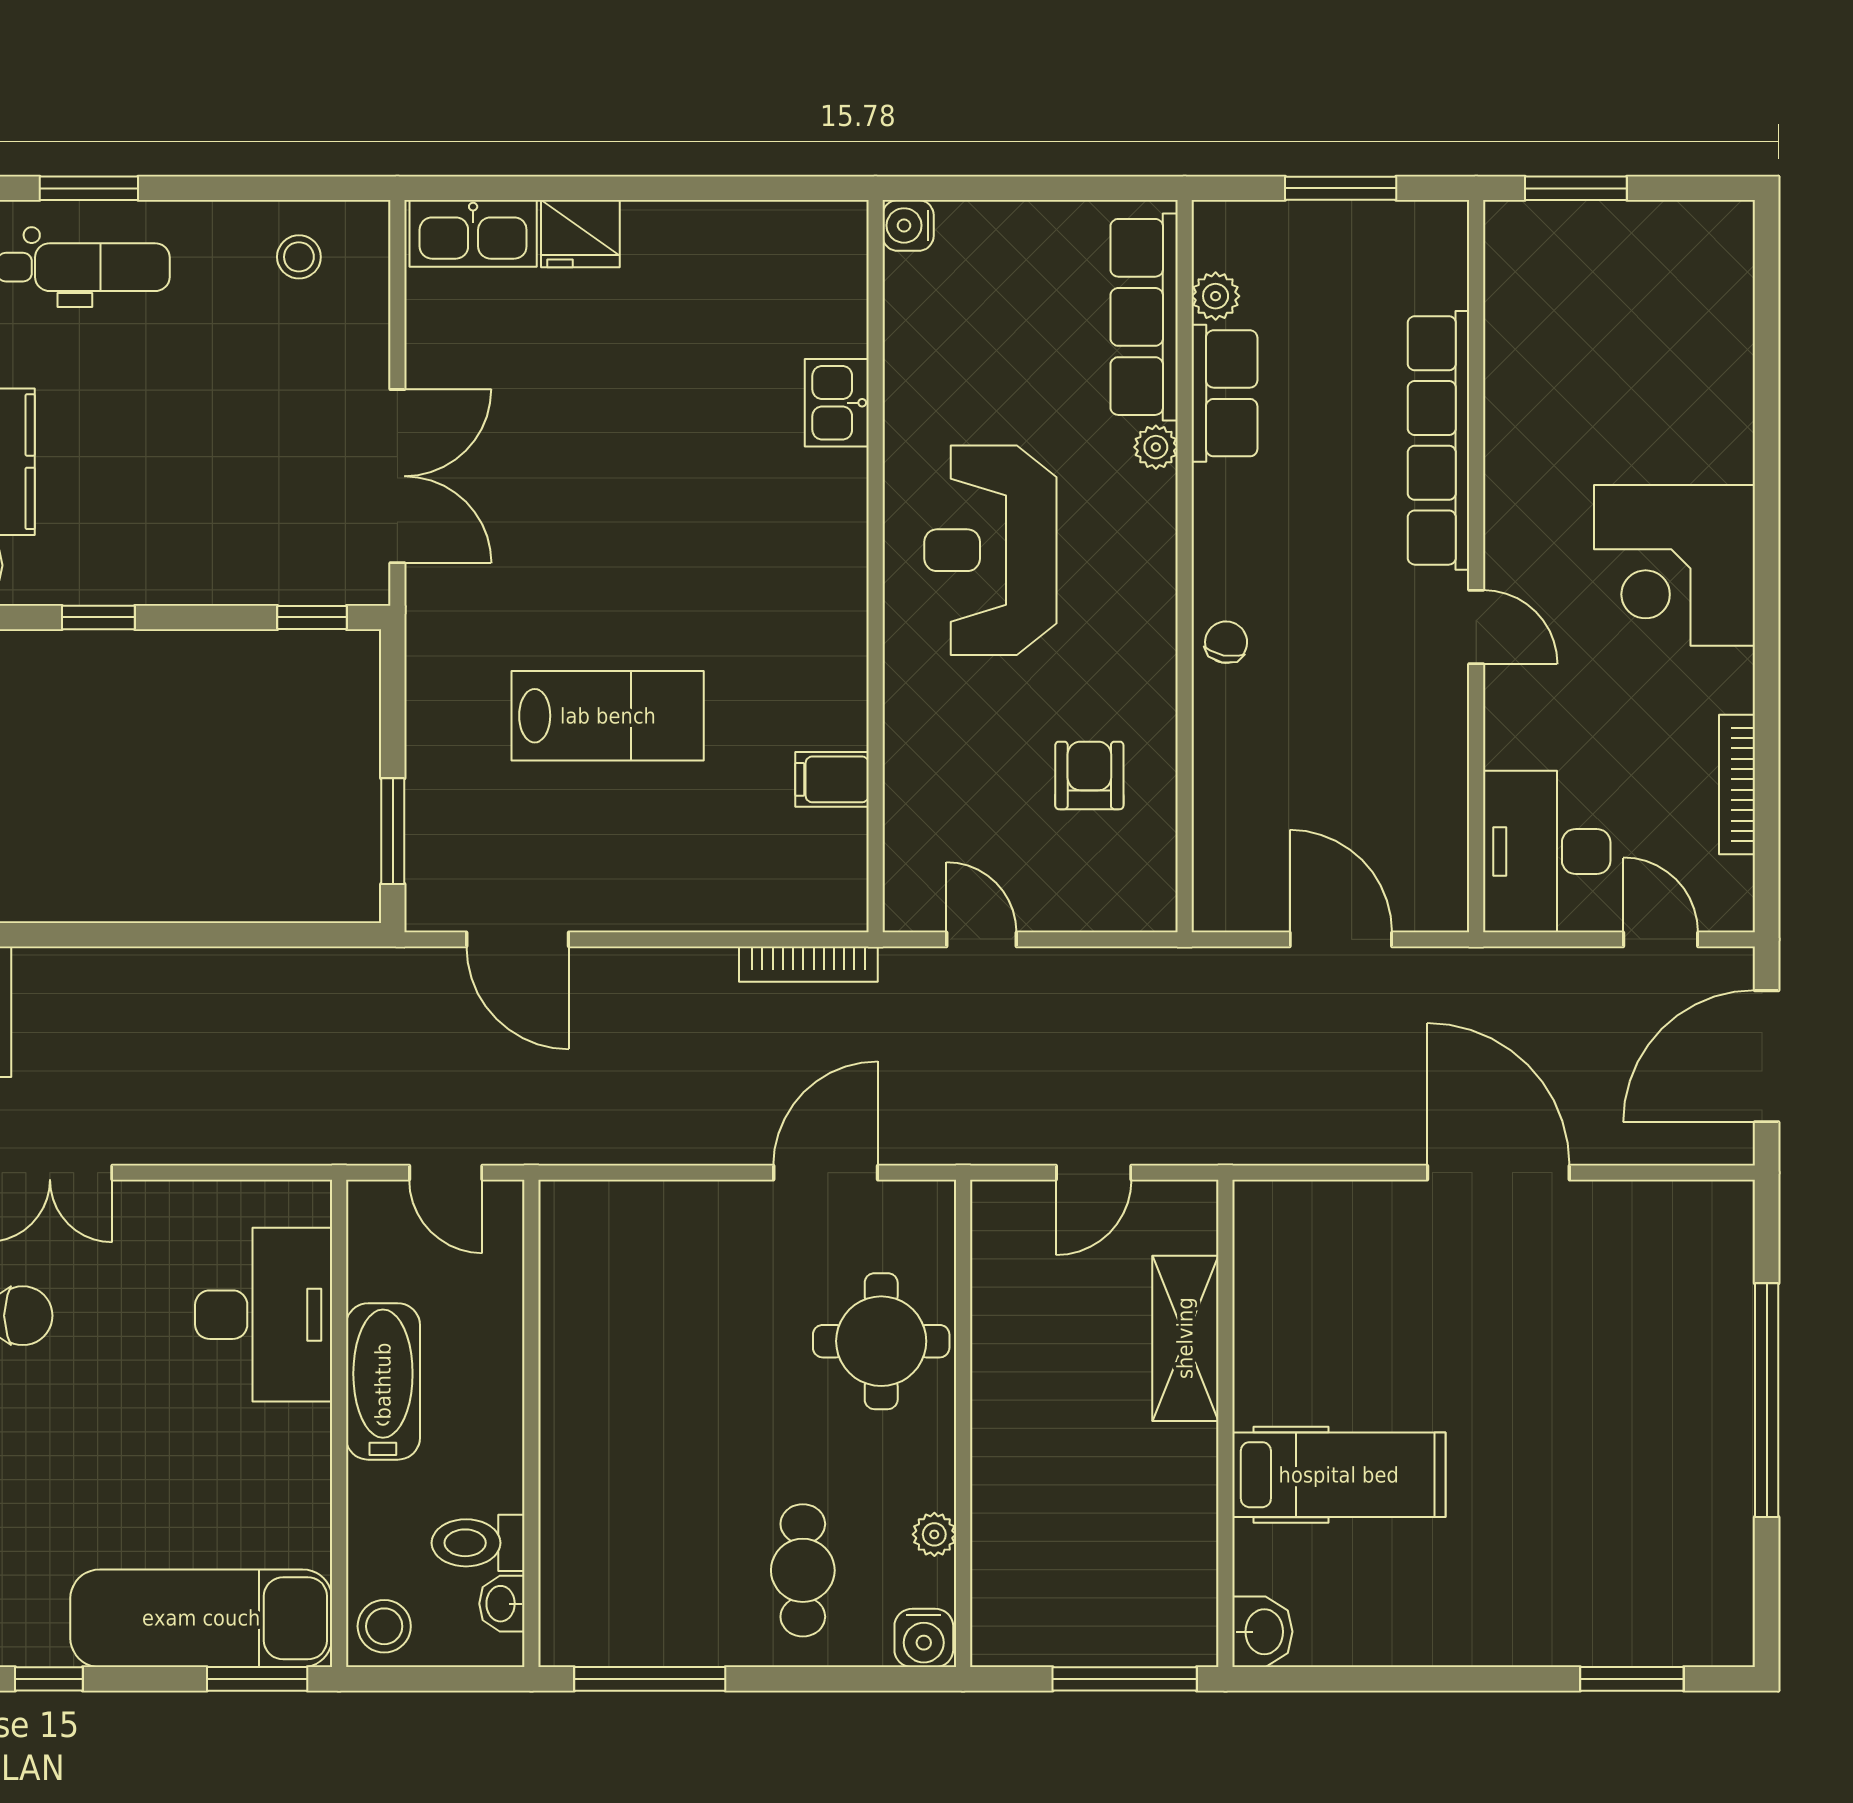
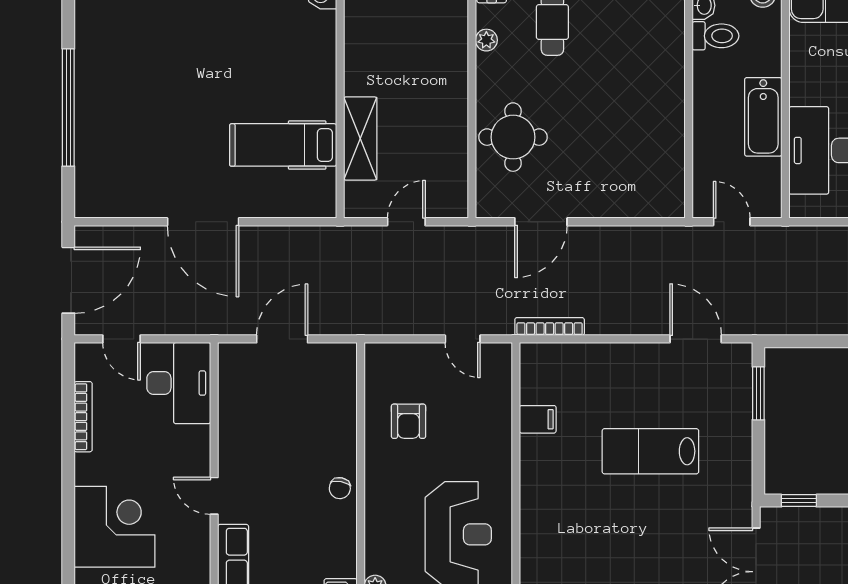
door: (1341, 939) -> (282, 339), swing flipped
hospital bed: (1339, 1475) -> (283, 145), moved

